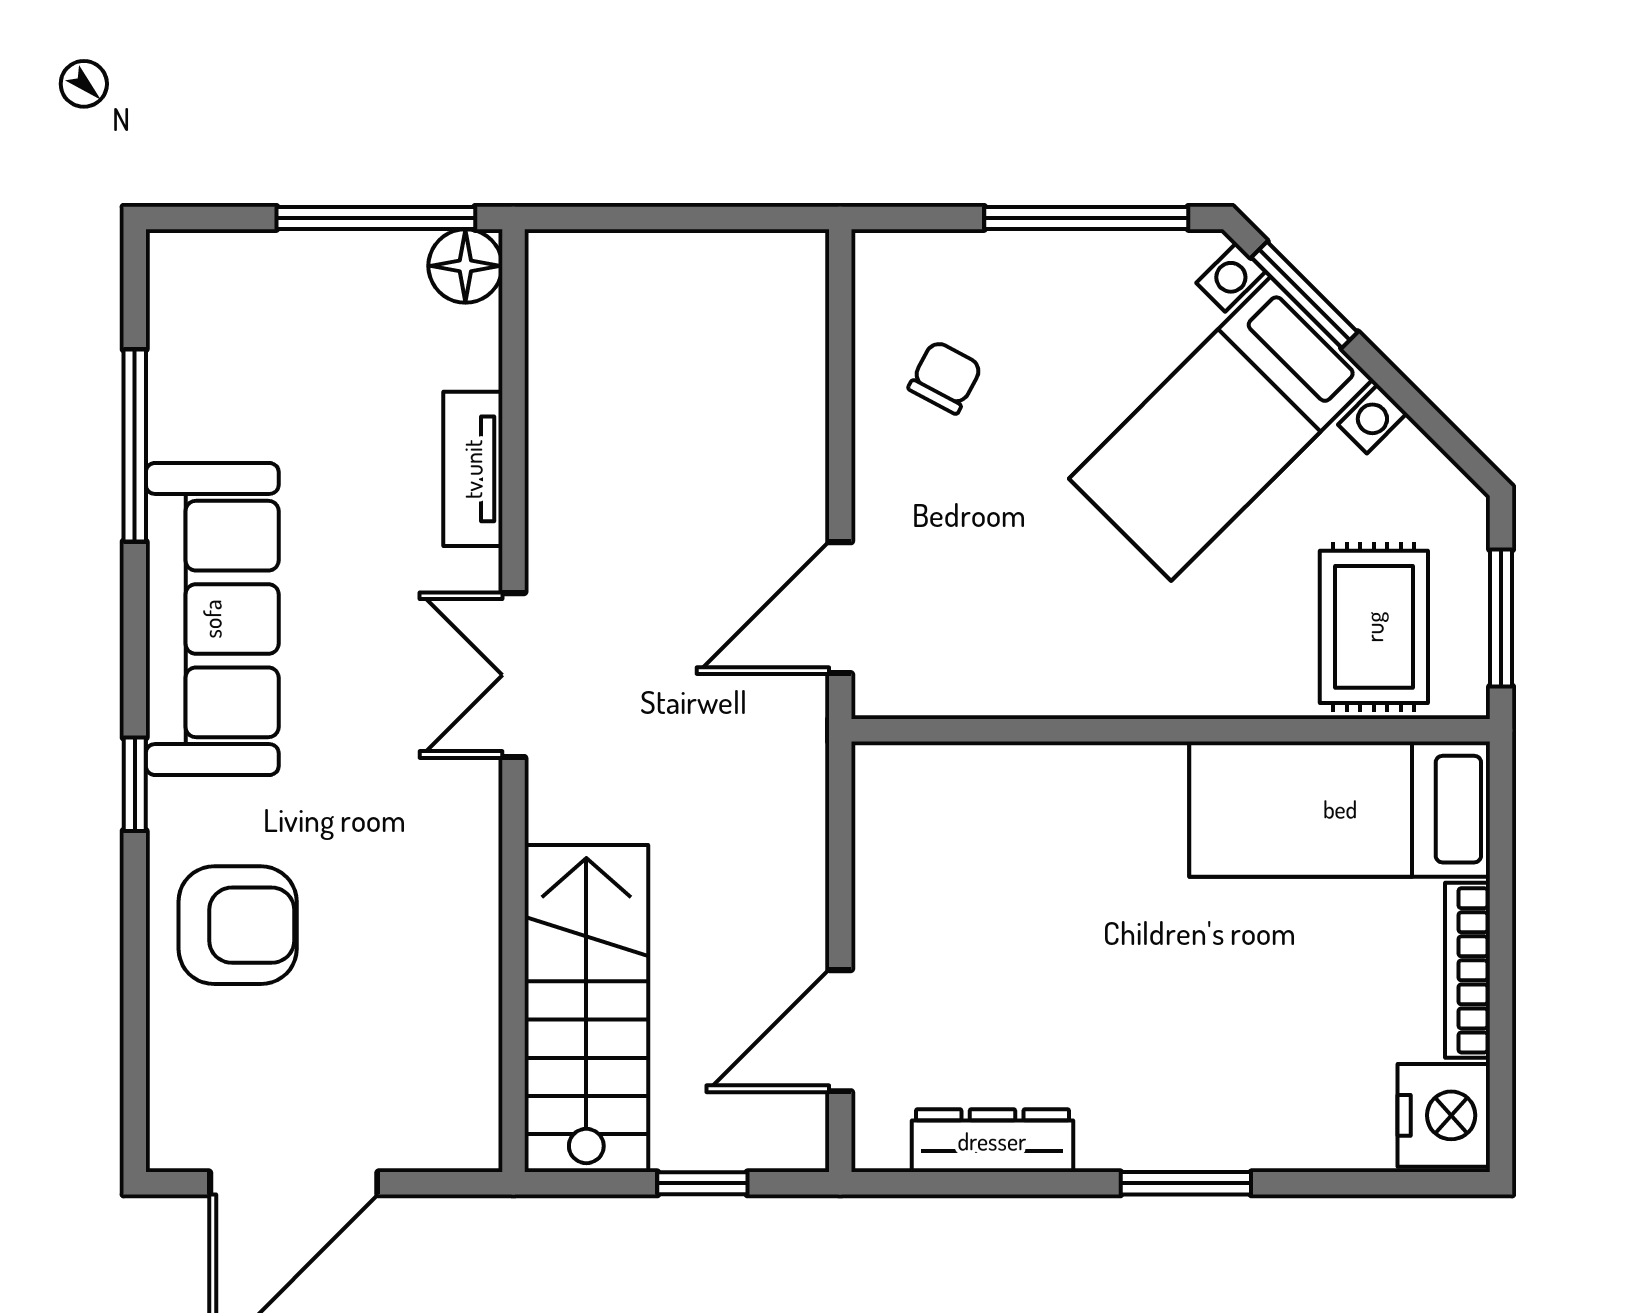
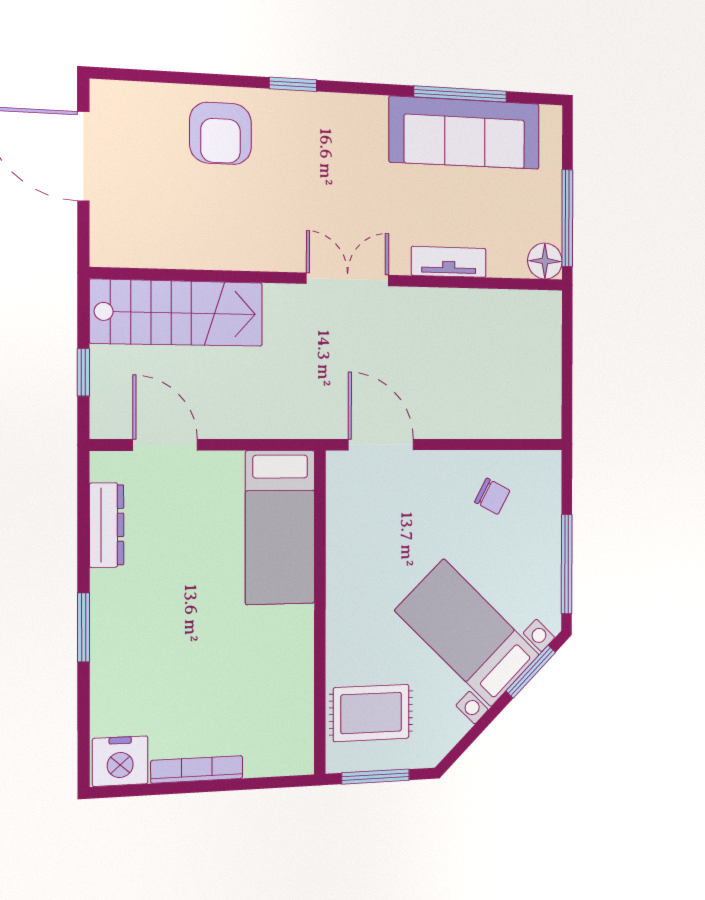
sofa: (212, 619) -> (465, 133), moved
bed: (1340, 809) -> (280, 527), moved, turned 180

